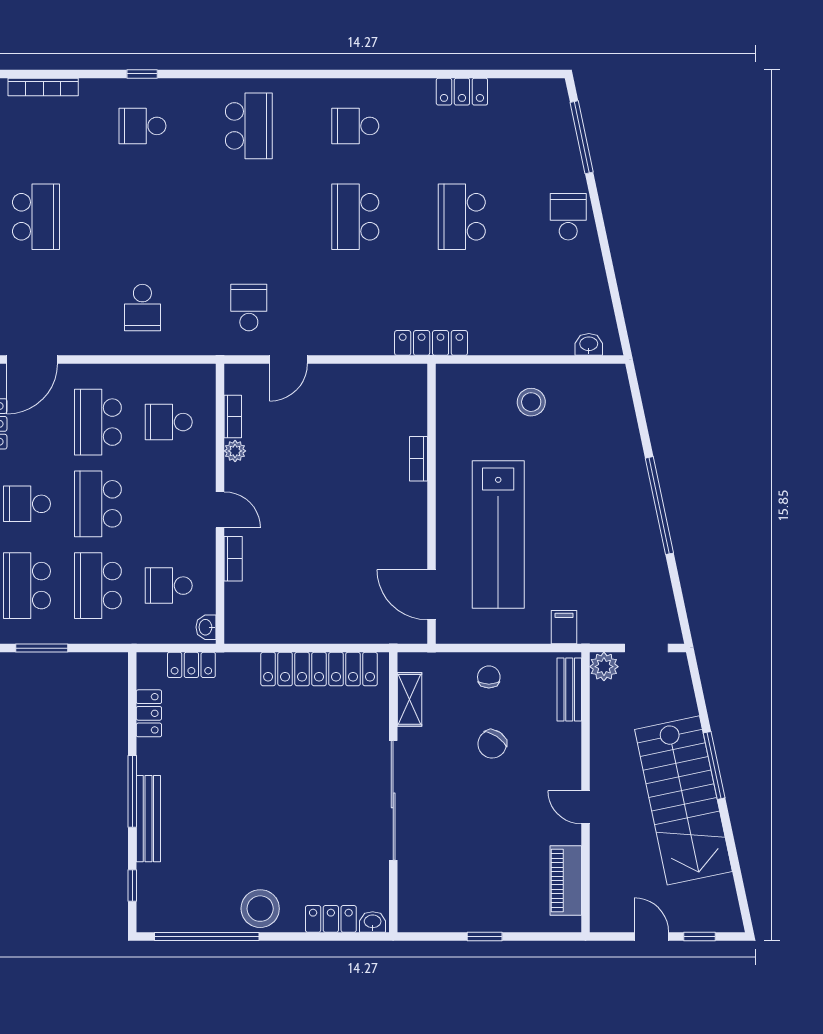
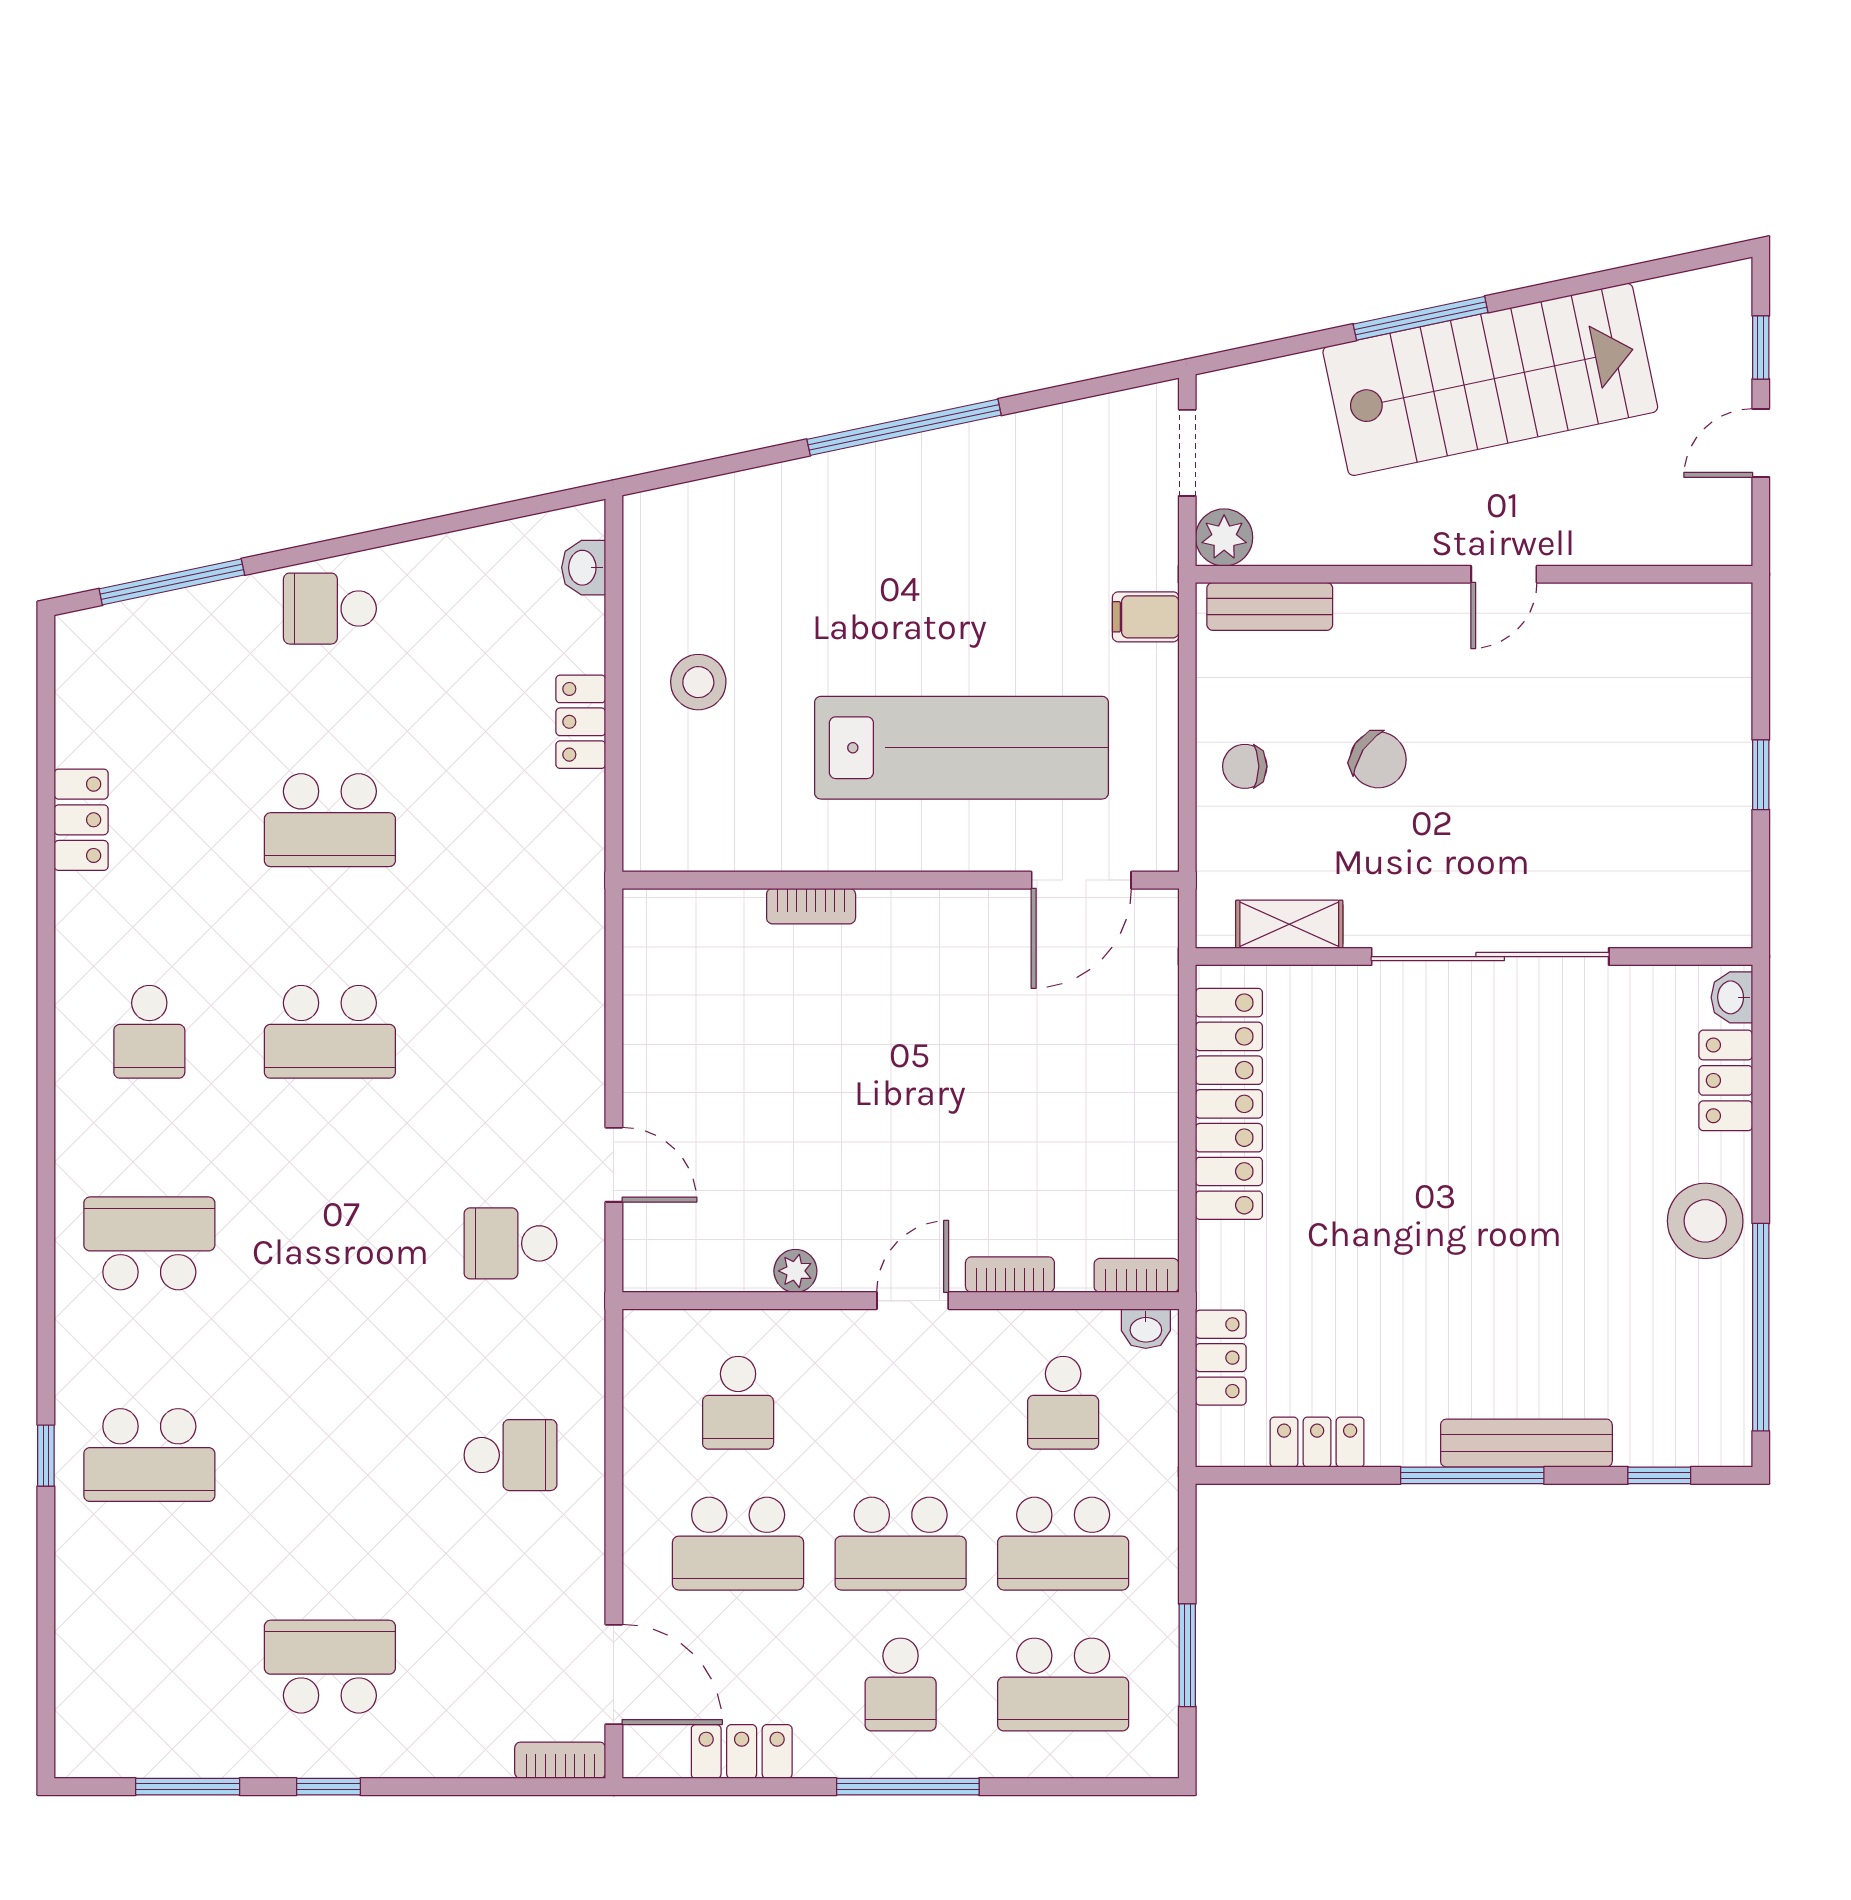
bookcase: (43, 87) -> (72, 1653), removed
school desk: (142, 126) -> (149, 1455), width x1.85
locker: (431, 343) -> (581, 722), moved, width x0.66
bookcase: (233, 417) -> (1137, 1275), moved
piano: (566, 881) -> (1649, 613), removed

